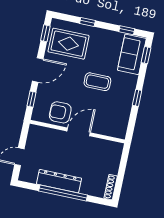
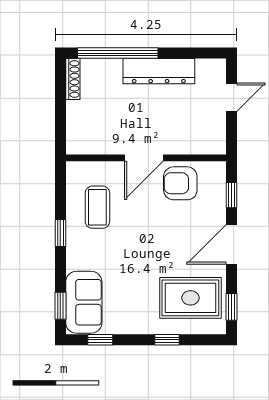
coffee table: (97, 82) -> (97, 207), moved, turned 90
armchair: (60, 112) -> (180, 183), turned 180
window: (63, 193) -> (118, 53), moved

